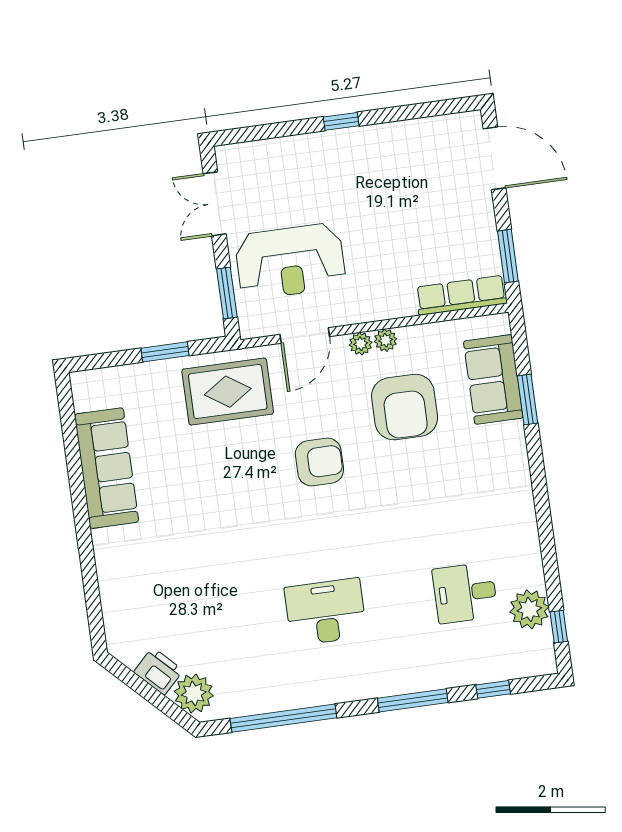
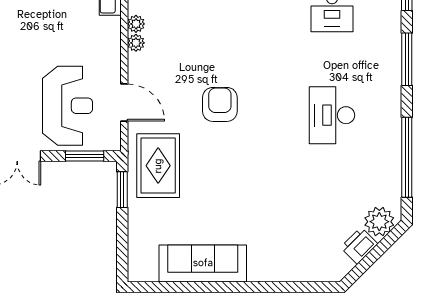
plant: (361, 344) -> (136, 24), moved
window: (165, 352) -> (122, 190), moved
armchair: (405, 407) -> (188, 35), removed

